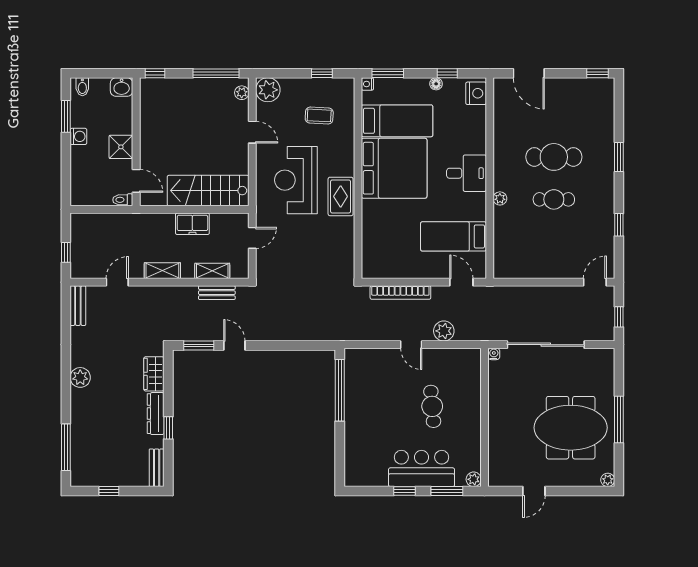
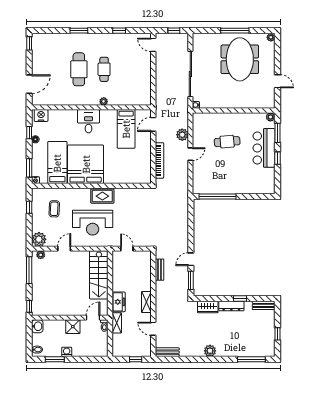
freezer: (192, 224) -> (119, 302), moved
shelving: (212, 271) -> (117, 323), moved

